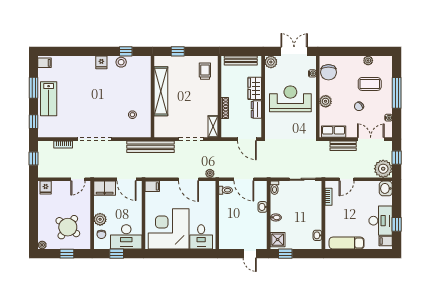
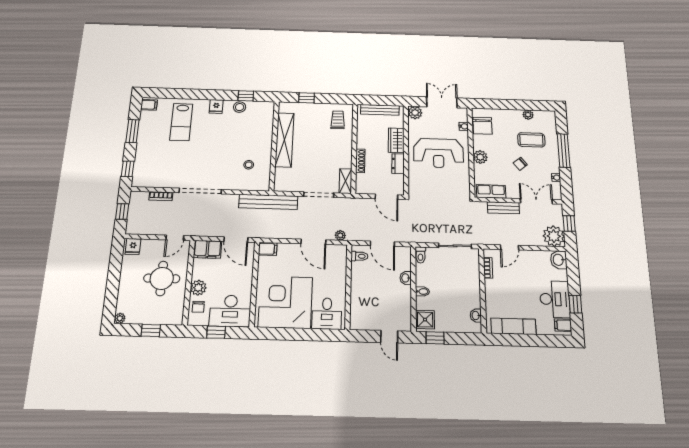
lab bench: (49, 99) -> (181, 122), moved
reception desk: (290, 99) -> (438, 153), turned 180
round table: (68, 227) -> (162, 278), moved, turned -37

